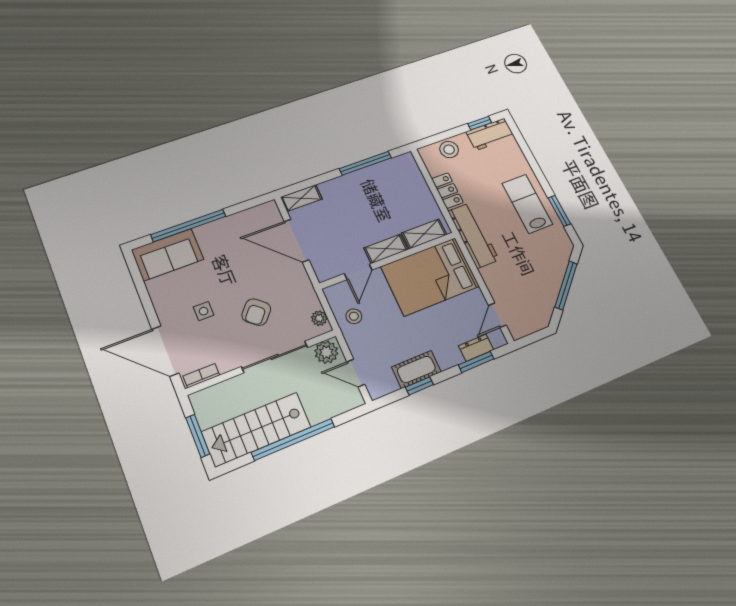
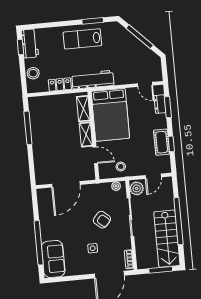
shelving: (301, 198) -> (40, 173), removed

